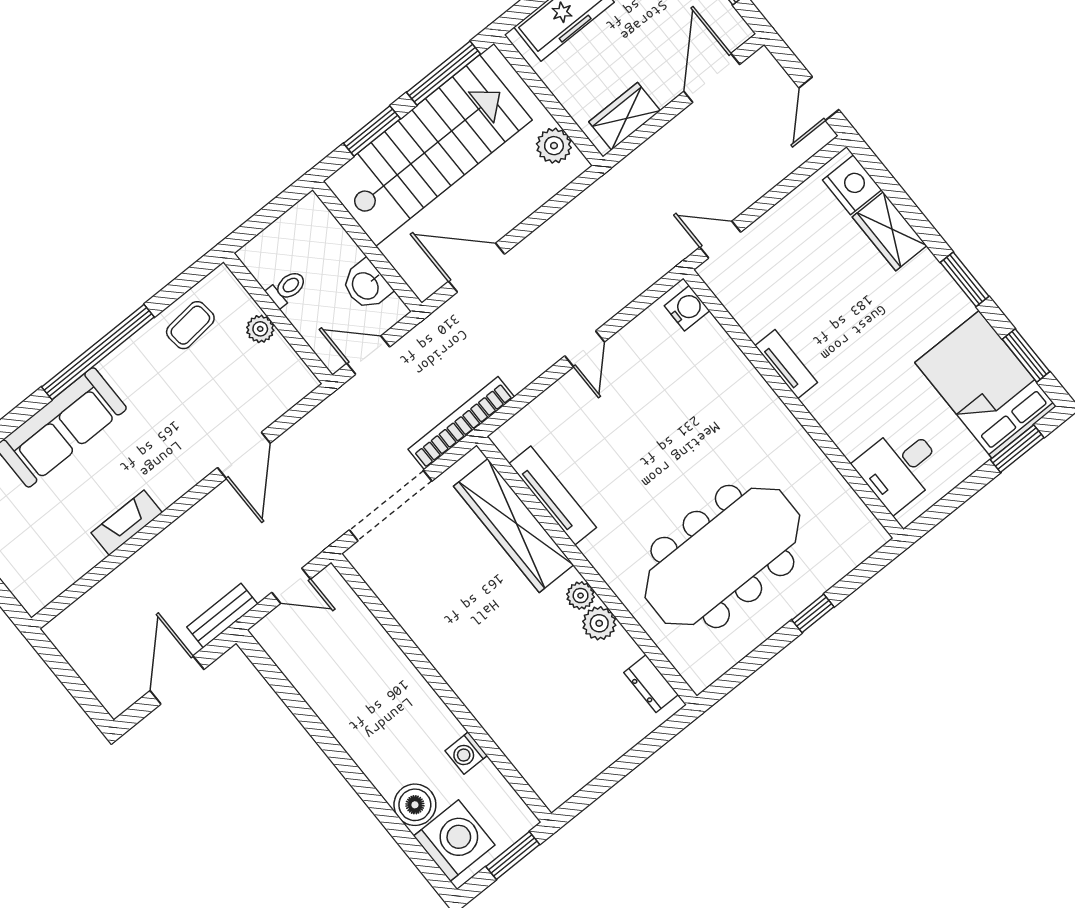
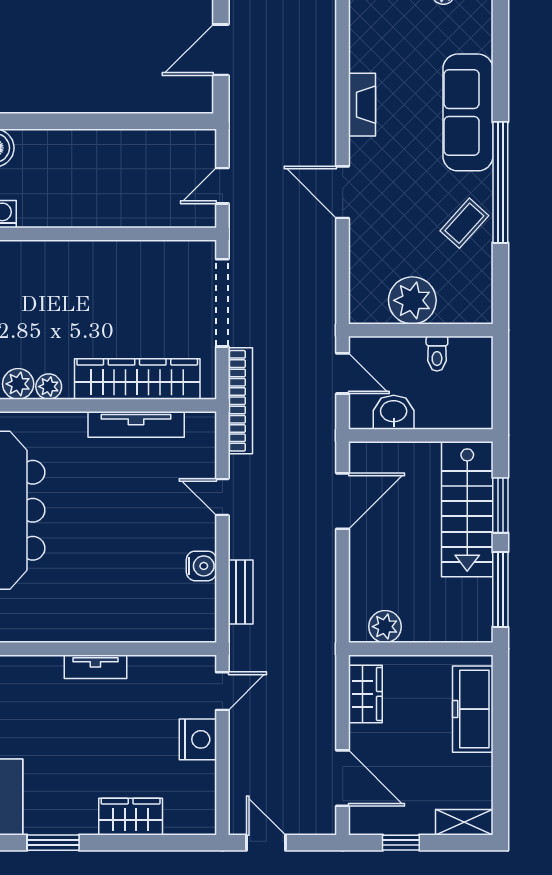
stairs: (428, 150) -> (467, 509), width x0.73, depth x0.66
nightstand: (852, 185) -> (198, 739), moved, turned -90
water cooler: (687, 308) -> (201, 566), moved, turned -90
coffee table: (190, 325) -> (464, 223), moved, turned 48
plant: (260, 329) -> (412, 300), width x1.87, depth x1.87
door: (585, 349) -> (222, 497), moved
door: (368, 355) -> (343, 373), hinge flipped
door: (244, 455) -> (343, 192), moved
bench: (222, 616) -> (241, 592), moved
door: (177, 680) -> (221, 50), swing flipped

